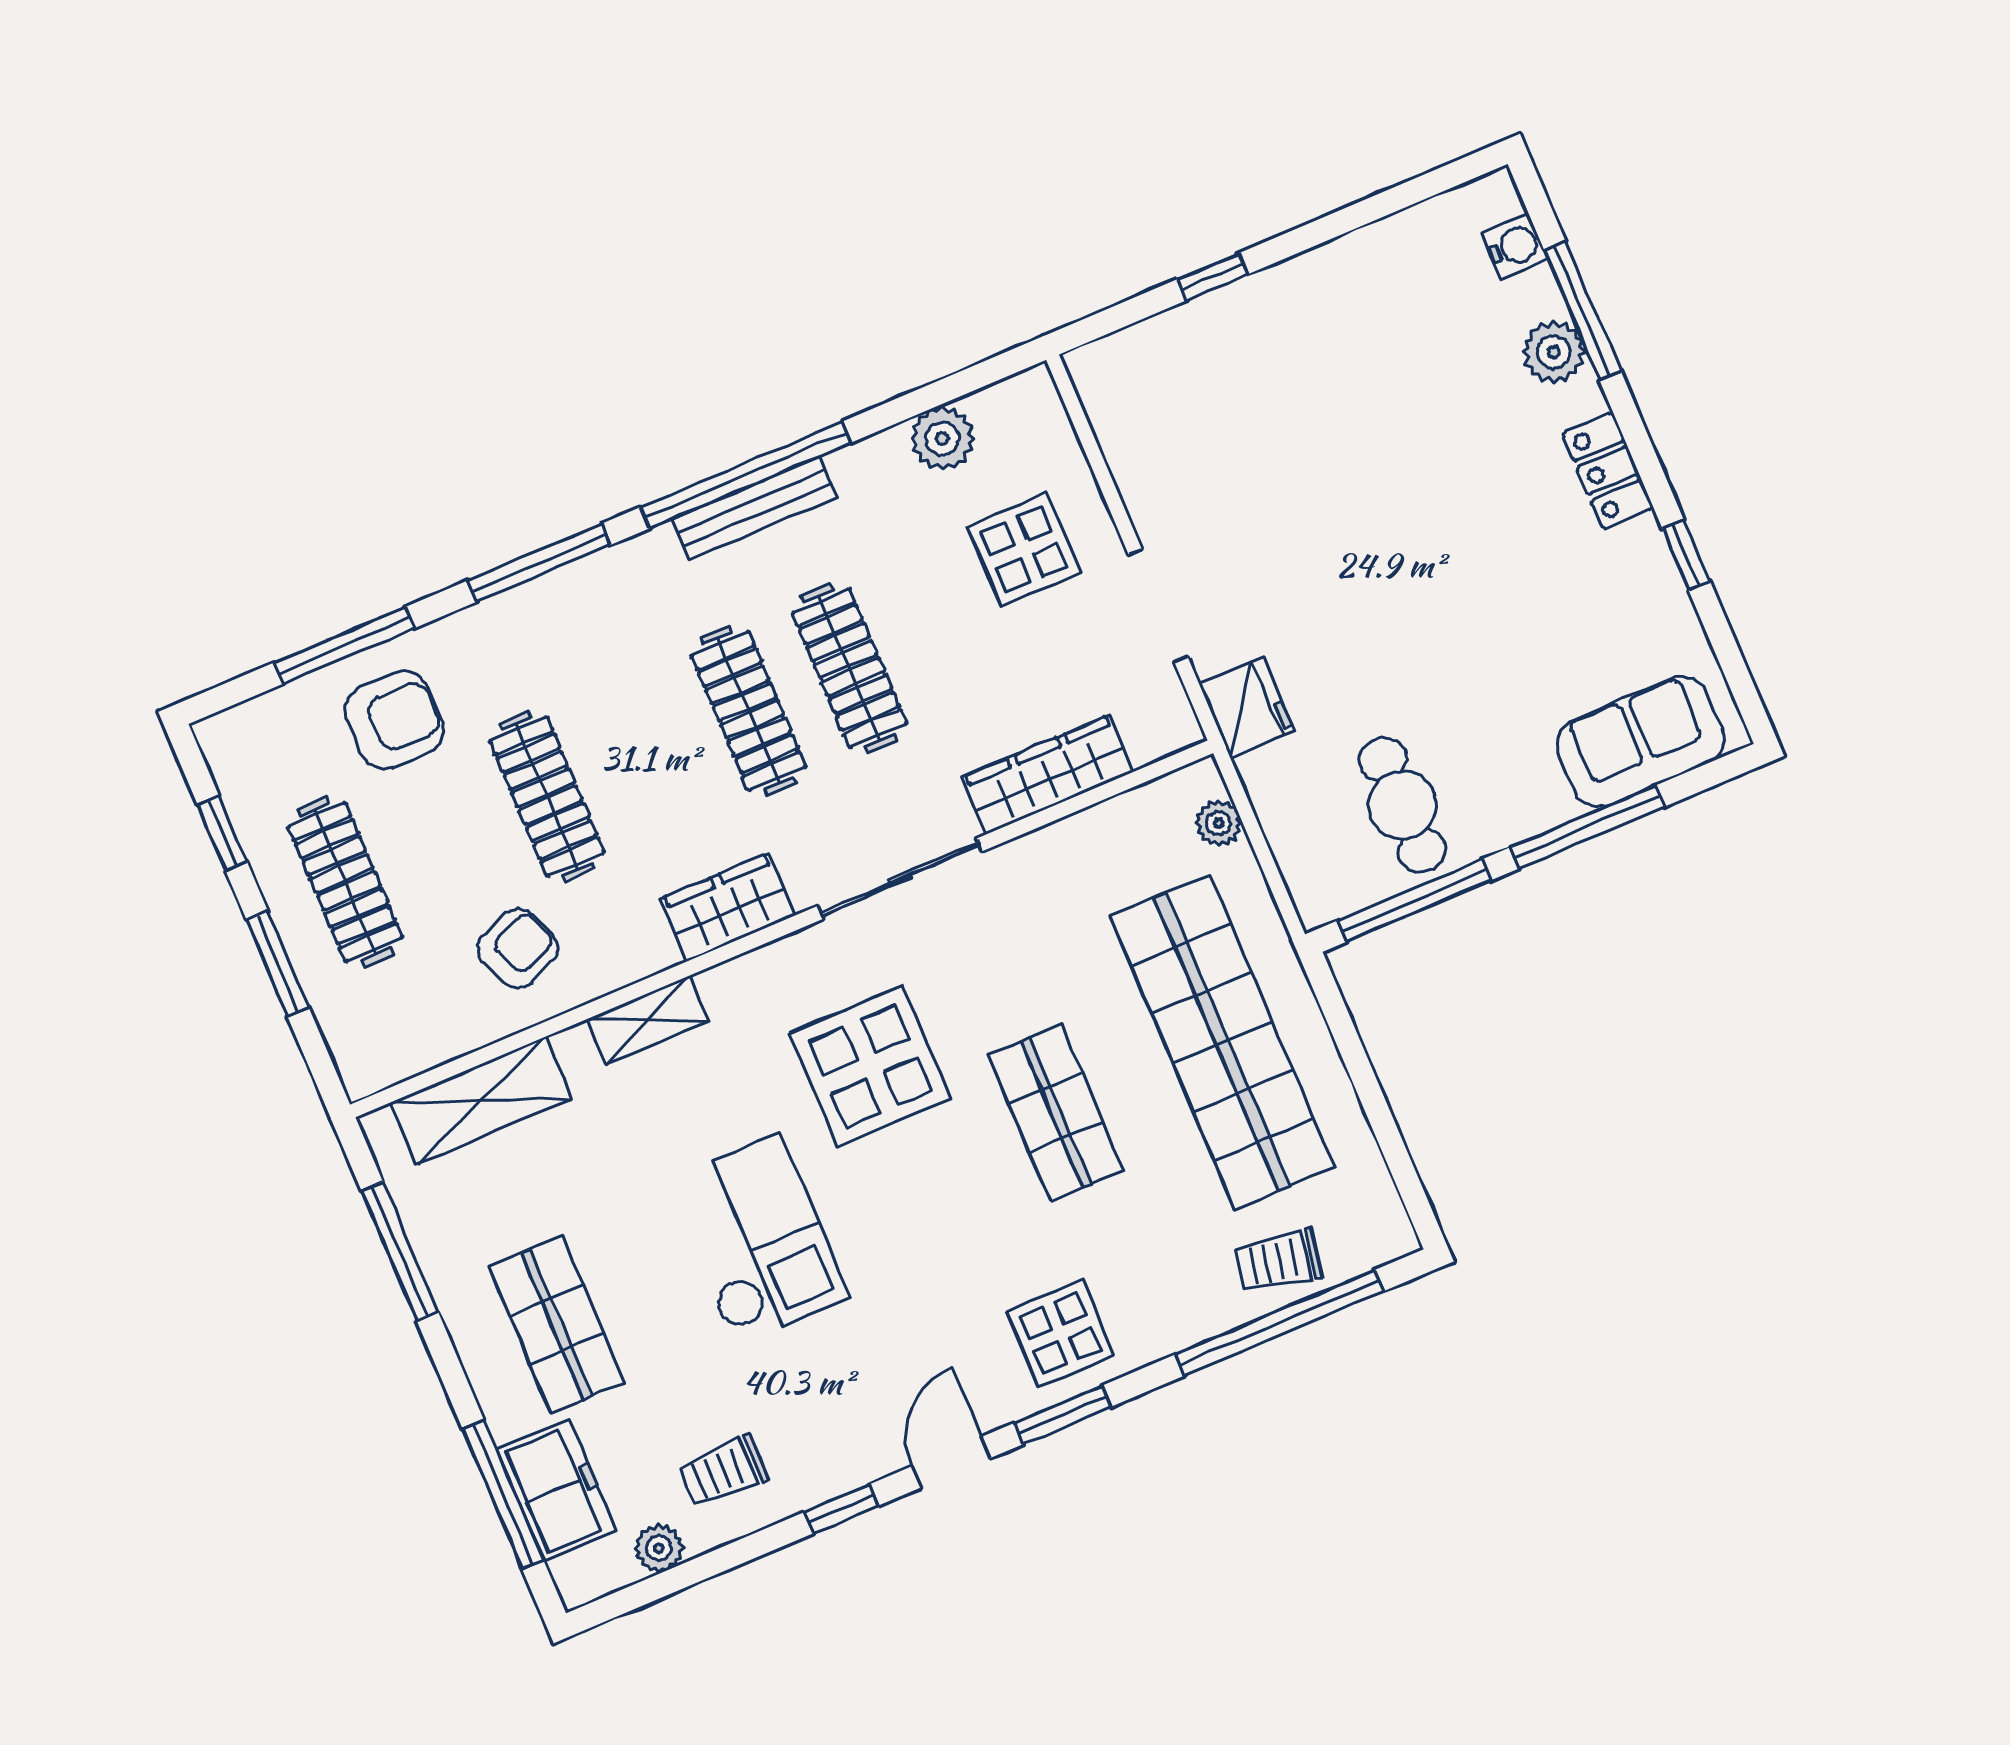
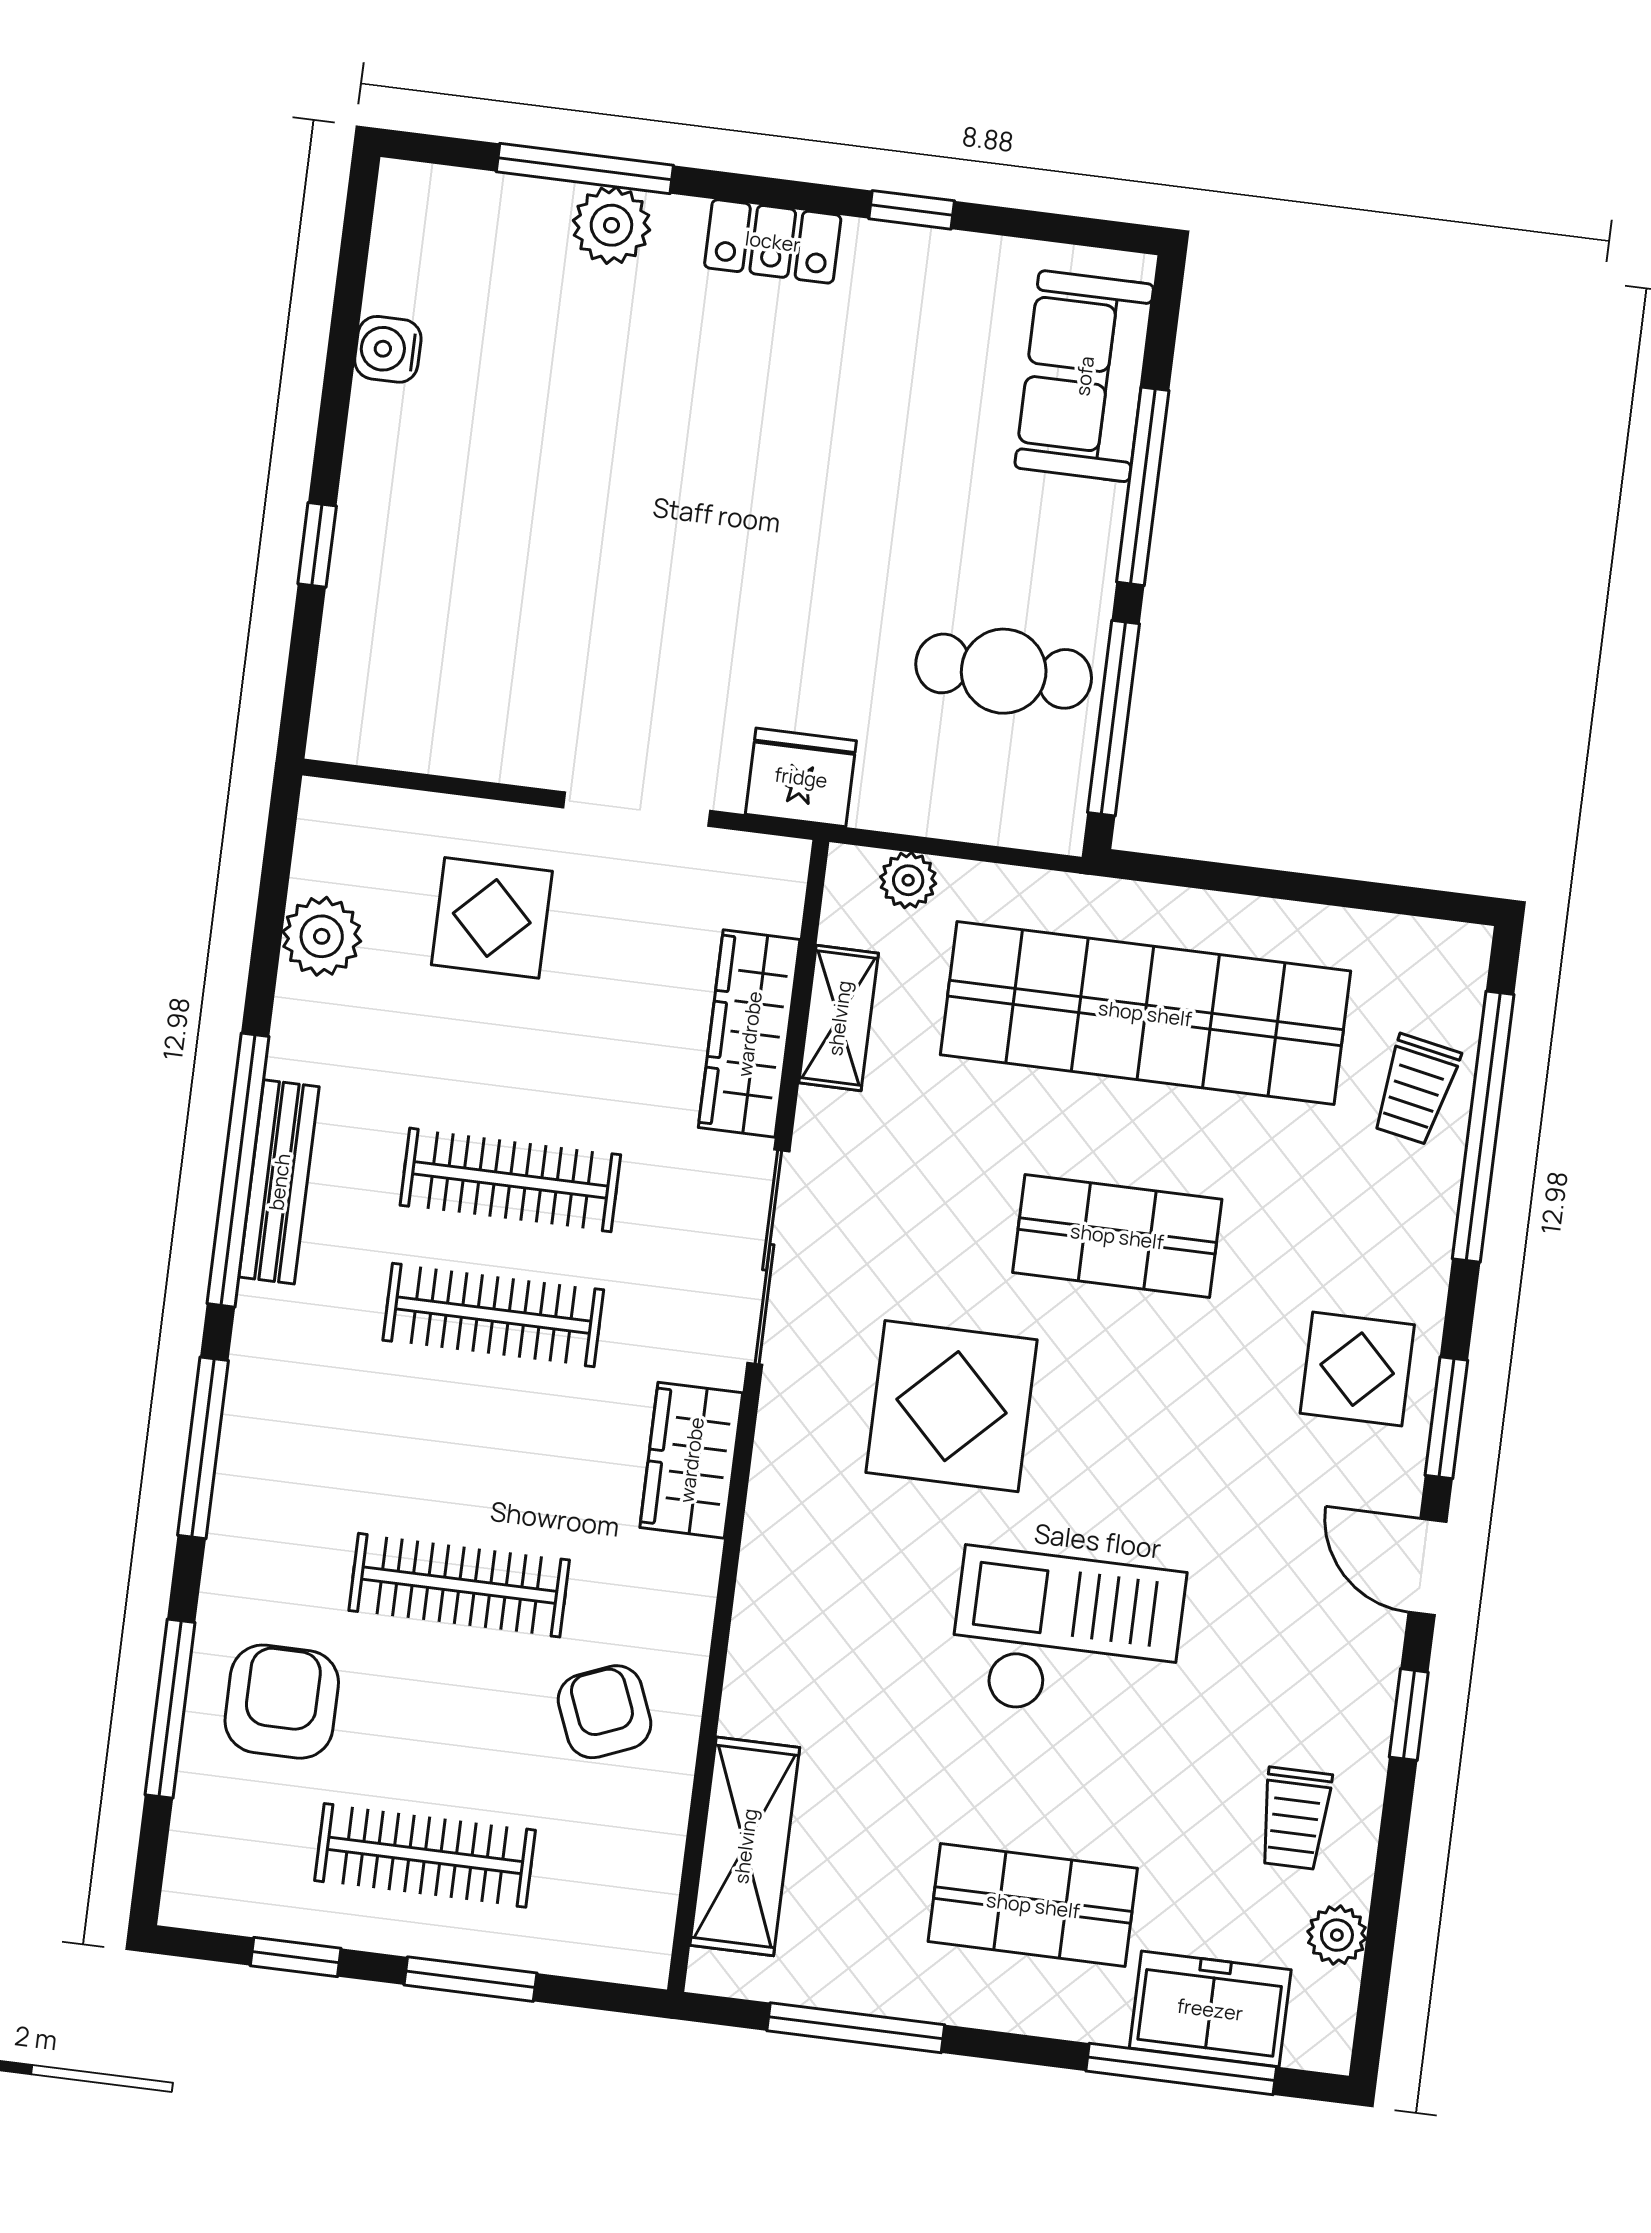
water cooler: (1515, 246) -> (388, 349), moved, turned -90
shelving: (648, 1020) -> (839, 1018), moved

